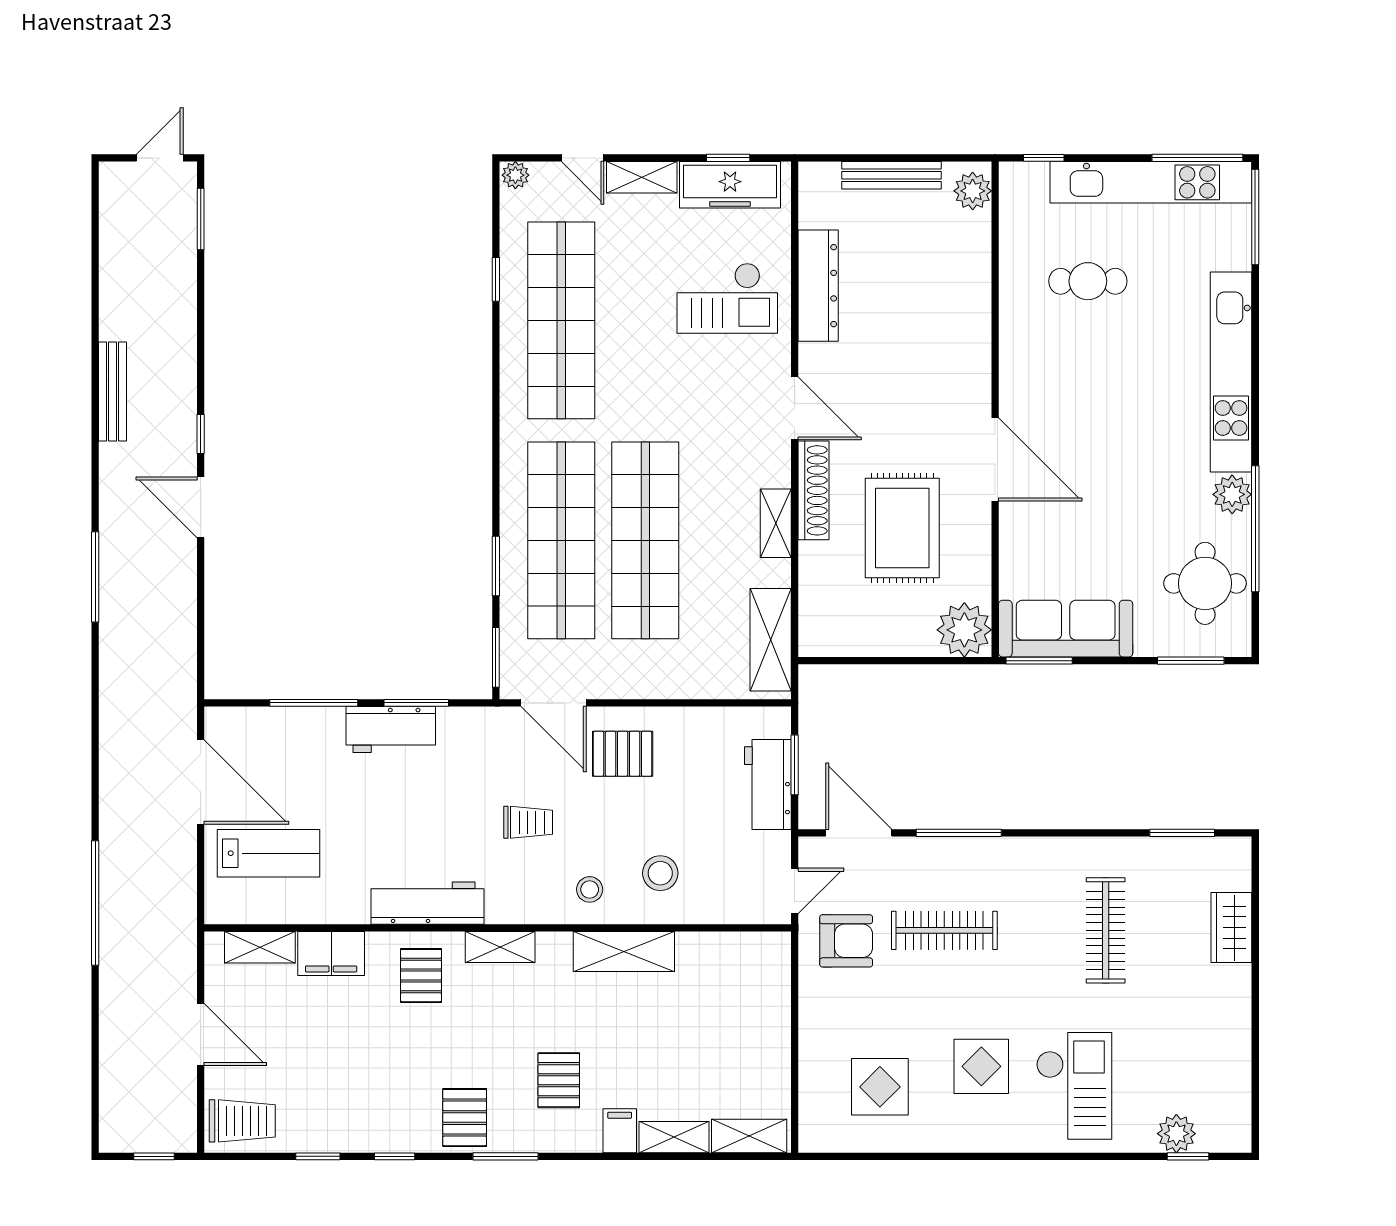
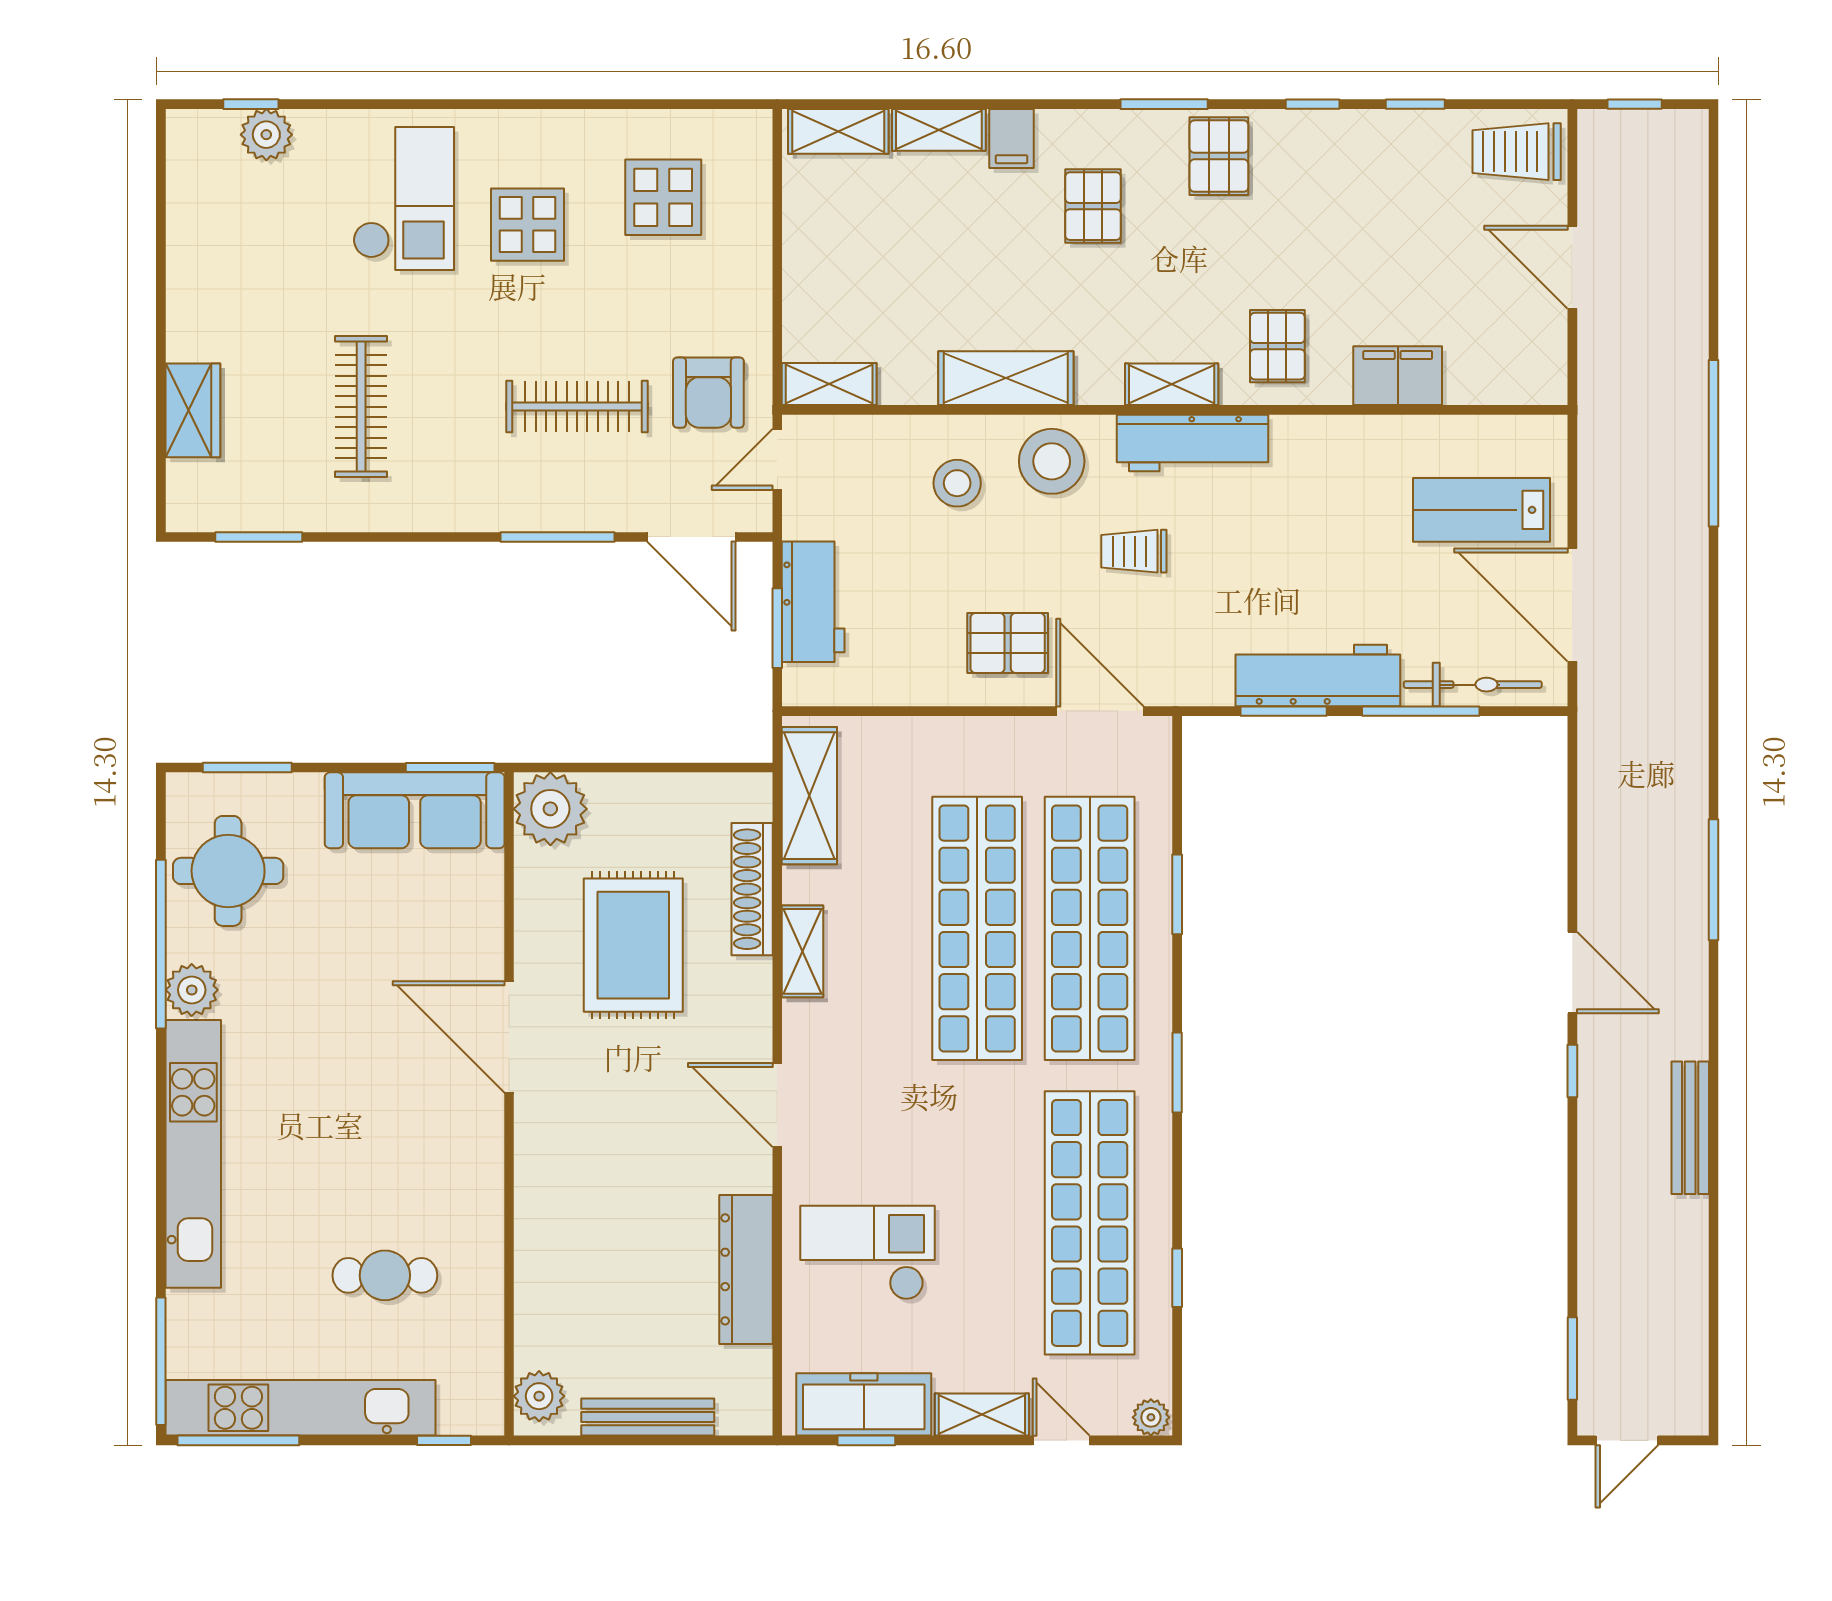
shoe rack: (814, 490) -> (752, 889), moved
window: (496, 657) -> (1177, 1072), moved
bicycle: (275, 723) -> (1473, 685), added
workbench: (391, 729) -> (1318, 675), width x1.38
stool: (590, 889) -> (1052, 461), width x1.89, depth x1.89
workbench: (427, 903) -> (1192, 443), moved
armchair: (846, 941) -> (708, 393), turned -90
shelving: (260, 947) -> (829, 384), moved
checkout: (1074, 1086) -> (403, 198), turned 180

